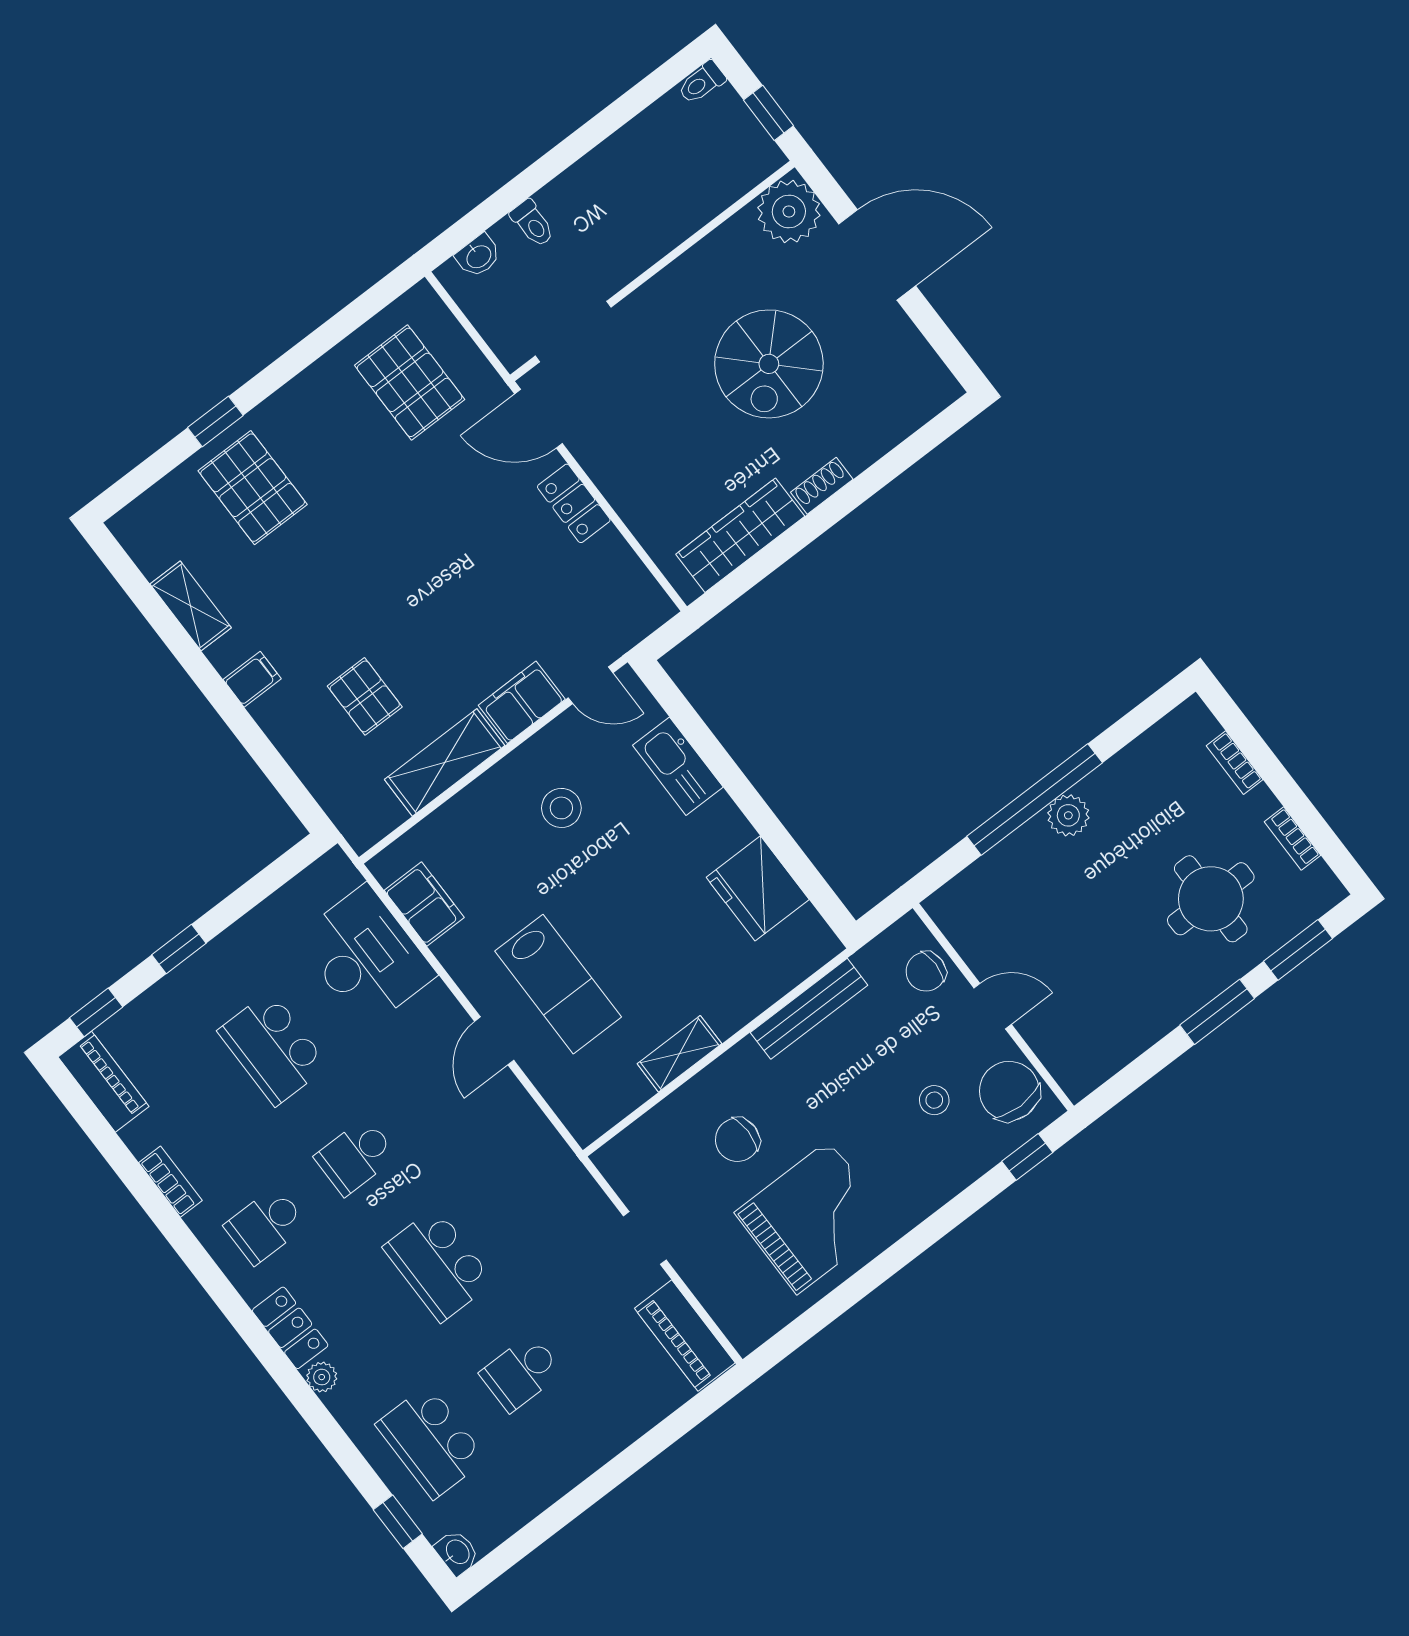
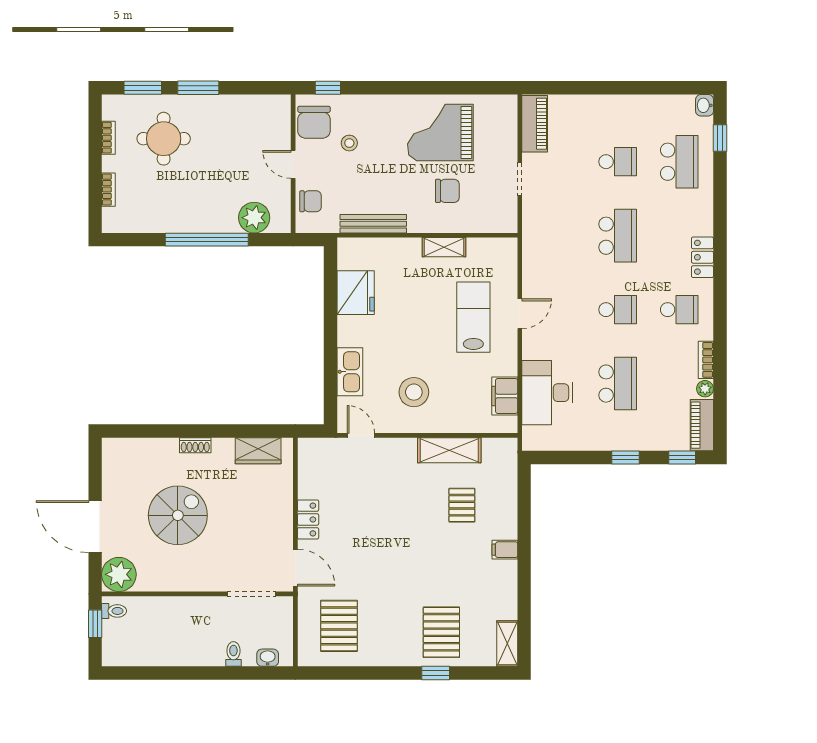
toilet: (702, 83) -> (114, 611), moved
wardrobe: (740, 535) -> (258, 451), width x0.67
shelving: (191, 606) -> (507, 644), moved
filing cabinet: (522, 702) -> (396, 451), removed
stool: (561, 808) -> (414, 392), width x1.38, depth x1.38
plant: (1068, 815) -> (254, 218), moved, width x1.36, depth x1.36
plant: (322, 1377) -> (705, 389), moved

